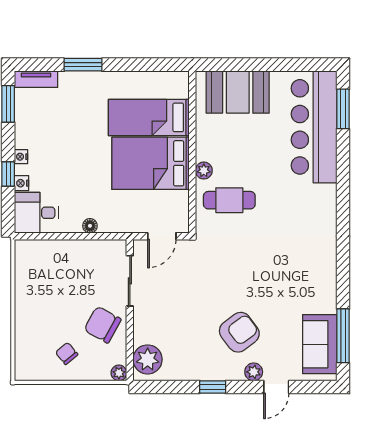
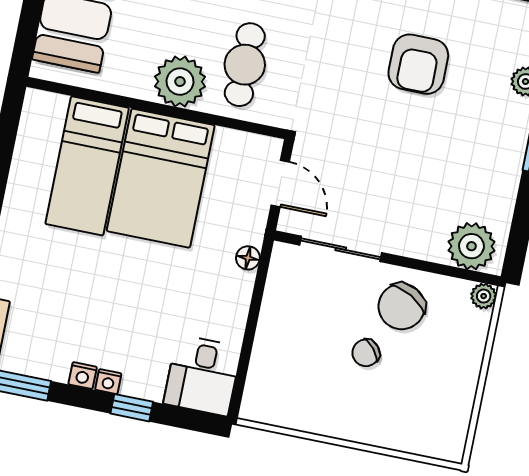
plant: (204, 171) -> (180, 82), width x1.88, depth x1.88
nightstand: (22, 183) -> (83, 376), moved
floor lamp: (90, 226) -> (248, 258), moved
armchair: (239, 332) -> (418, 64), moved, turned -143
chair: (67, 353) -> (366, 353), moved

